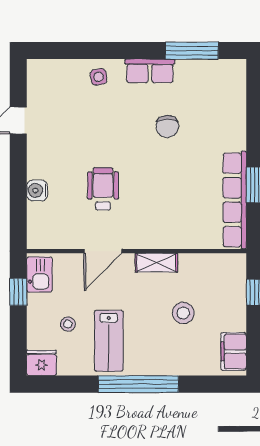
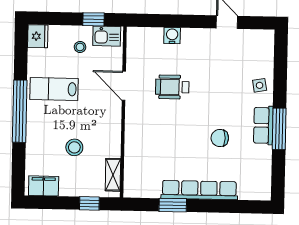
window: (192, 51) -> (279, 129), moved
wheelchair: (103, 189) -> (172, 87), turned 180
row of seats: (235, 200) -> (199, 190), moved
shelving: (156, 263) -> (113, 175), moved
stool: (68, 324) -> (80, 47), moved

